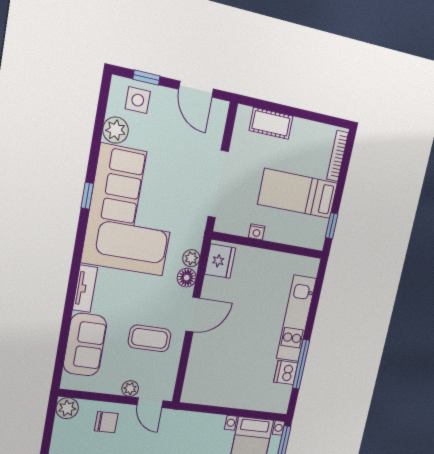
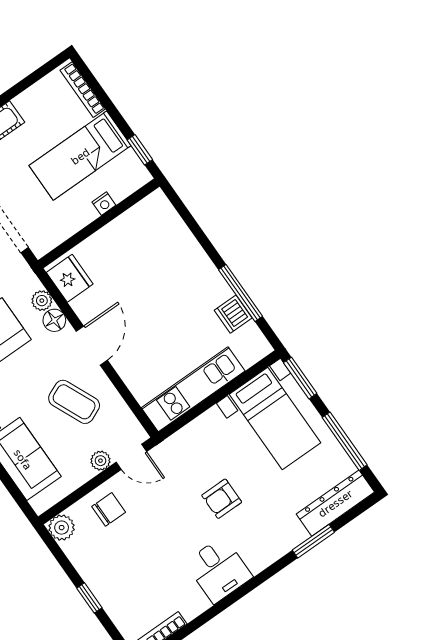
nightstand: (257, 232) -> (104, 204), moved
kitchen unit: (296, 319) -> (193, 389), moved, turned 90
coffee table: (150, 338) -> (74, 402), turned 66

